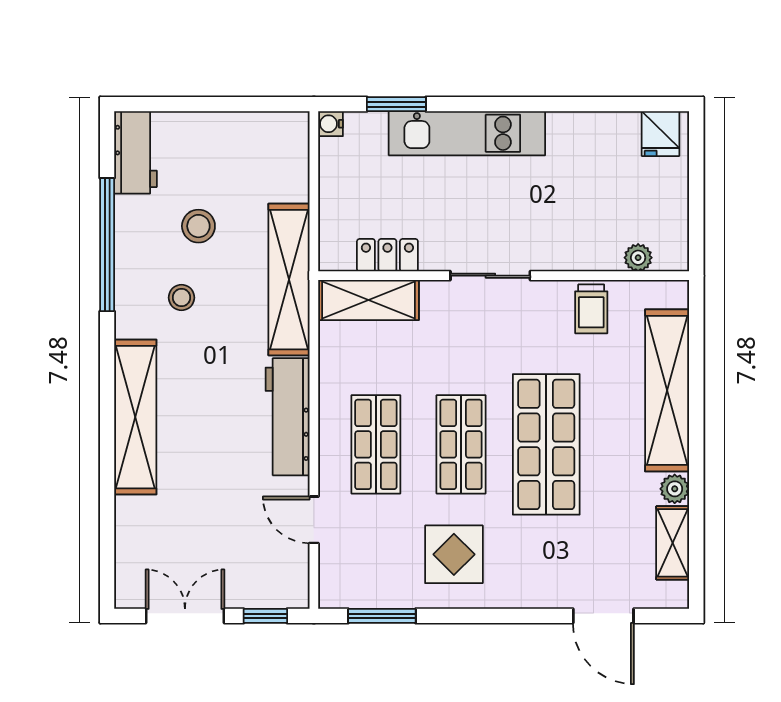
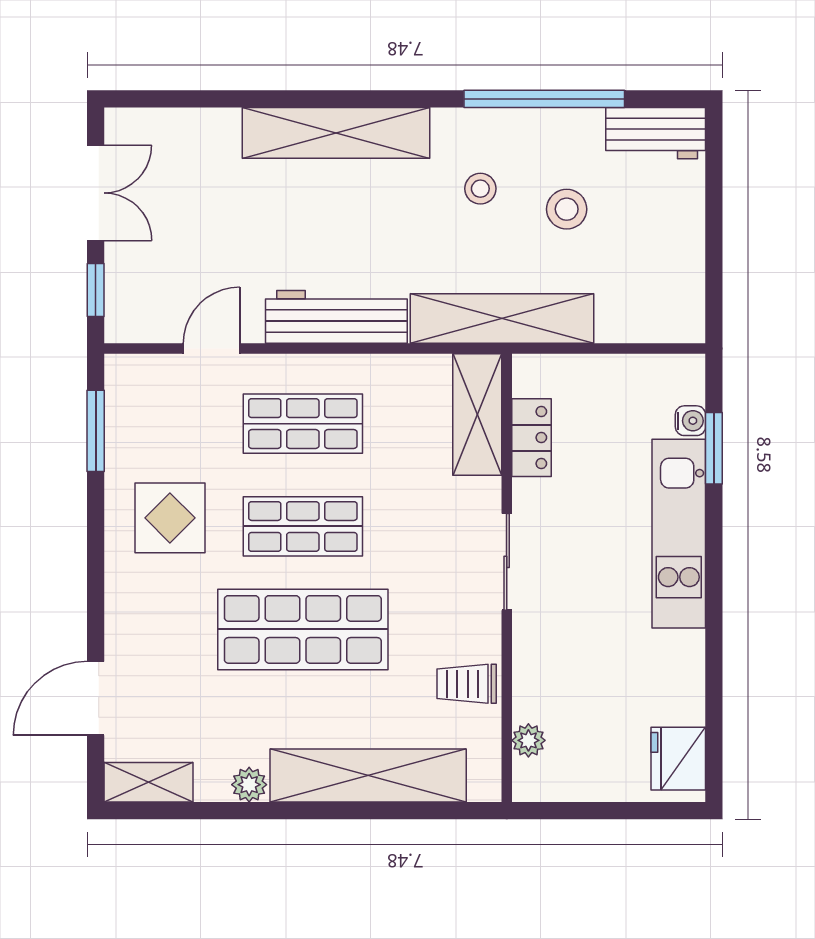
water cooler: (330, 124) -> (690, 421), moved, turned 90
fridge: (660, 134) -> (678, 759), width x1.38
shelving: (673, 543) -> (148, 782), moved

